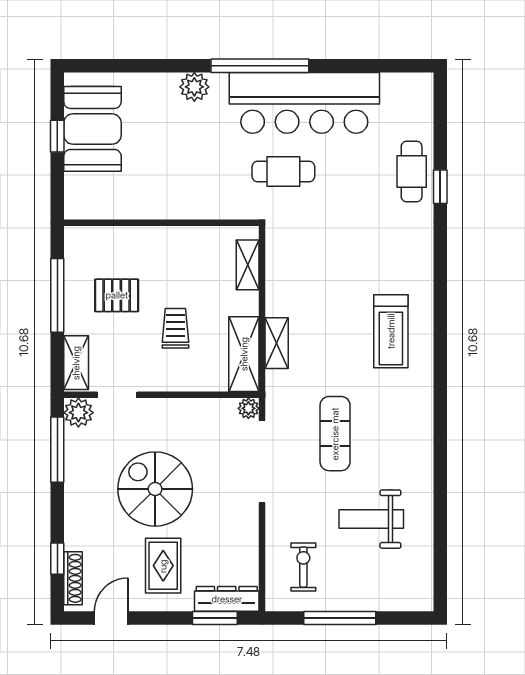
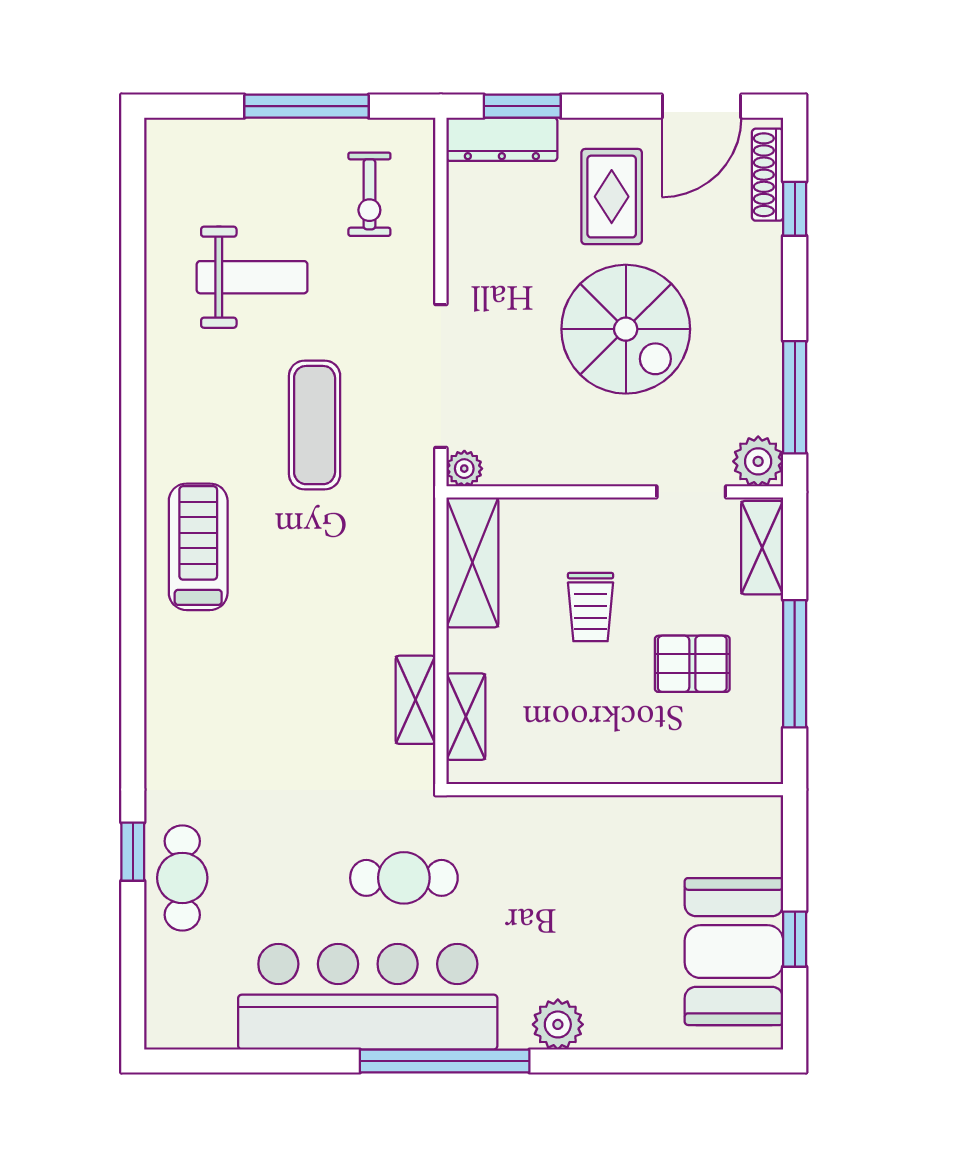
treadmill: (391, 331) -> (198, 547), moved
shelving: (277, 343) -> (415, 700), moved
door: (111, 618) -> (701, 106), width x1.38

